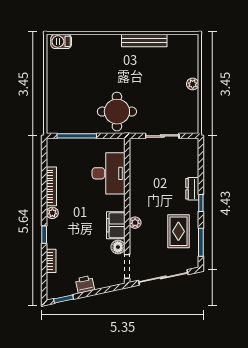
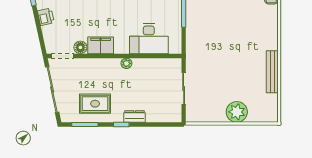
plant: (193, 84) -> (237, 112), width x1.87, depth x1.87
round table: (117, 112) -> (206, 46), removed
plant: (135, 223) -> (126, 63), moved

